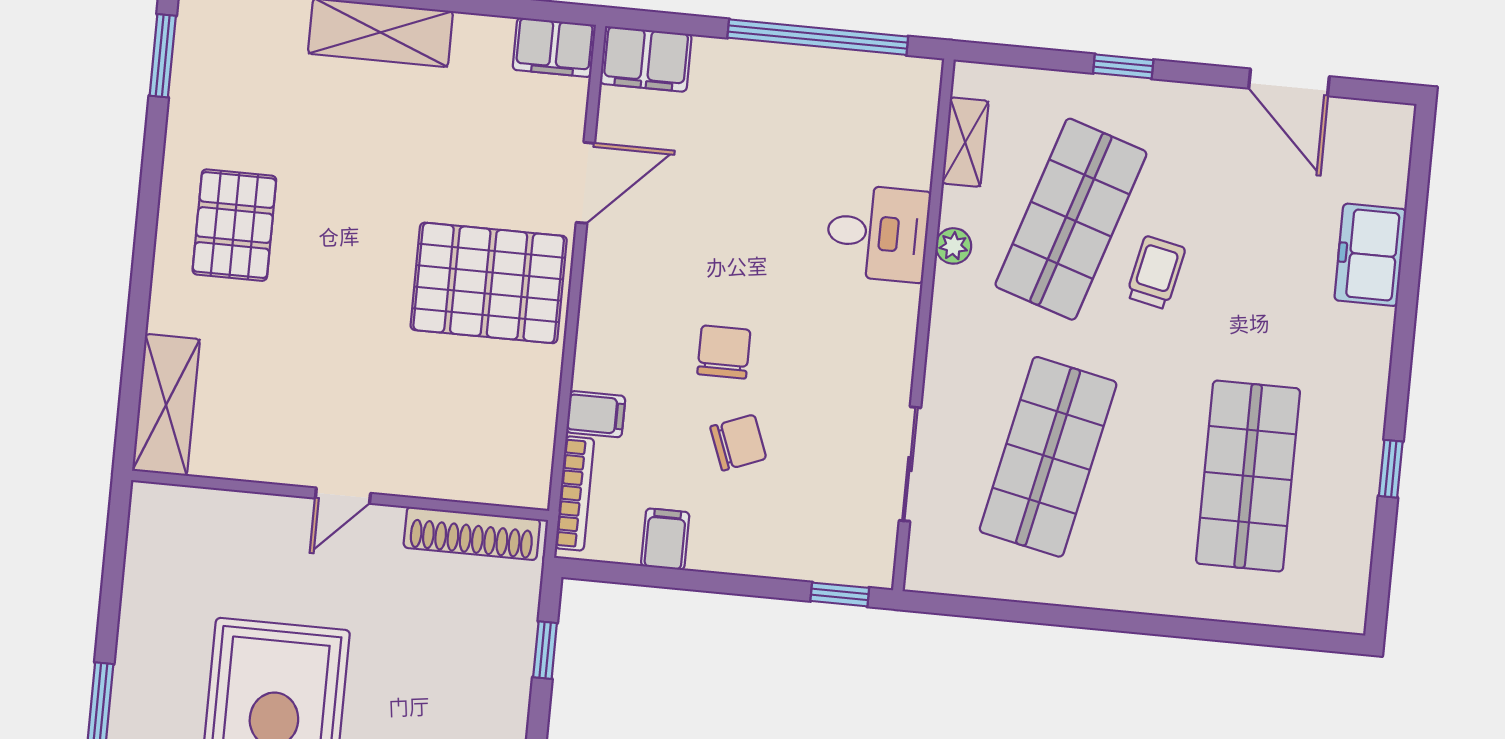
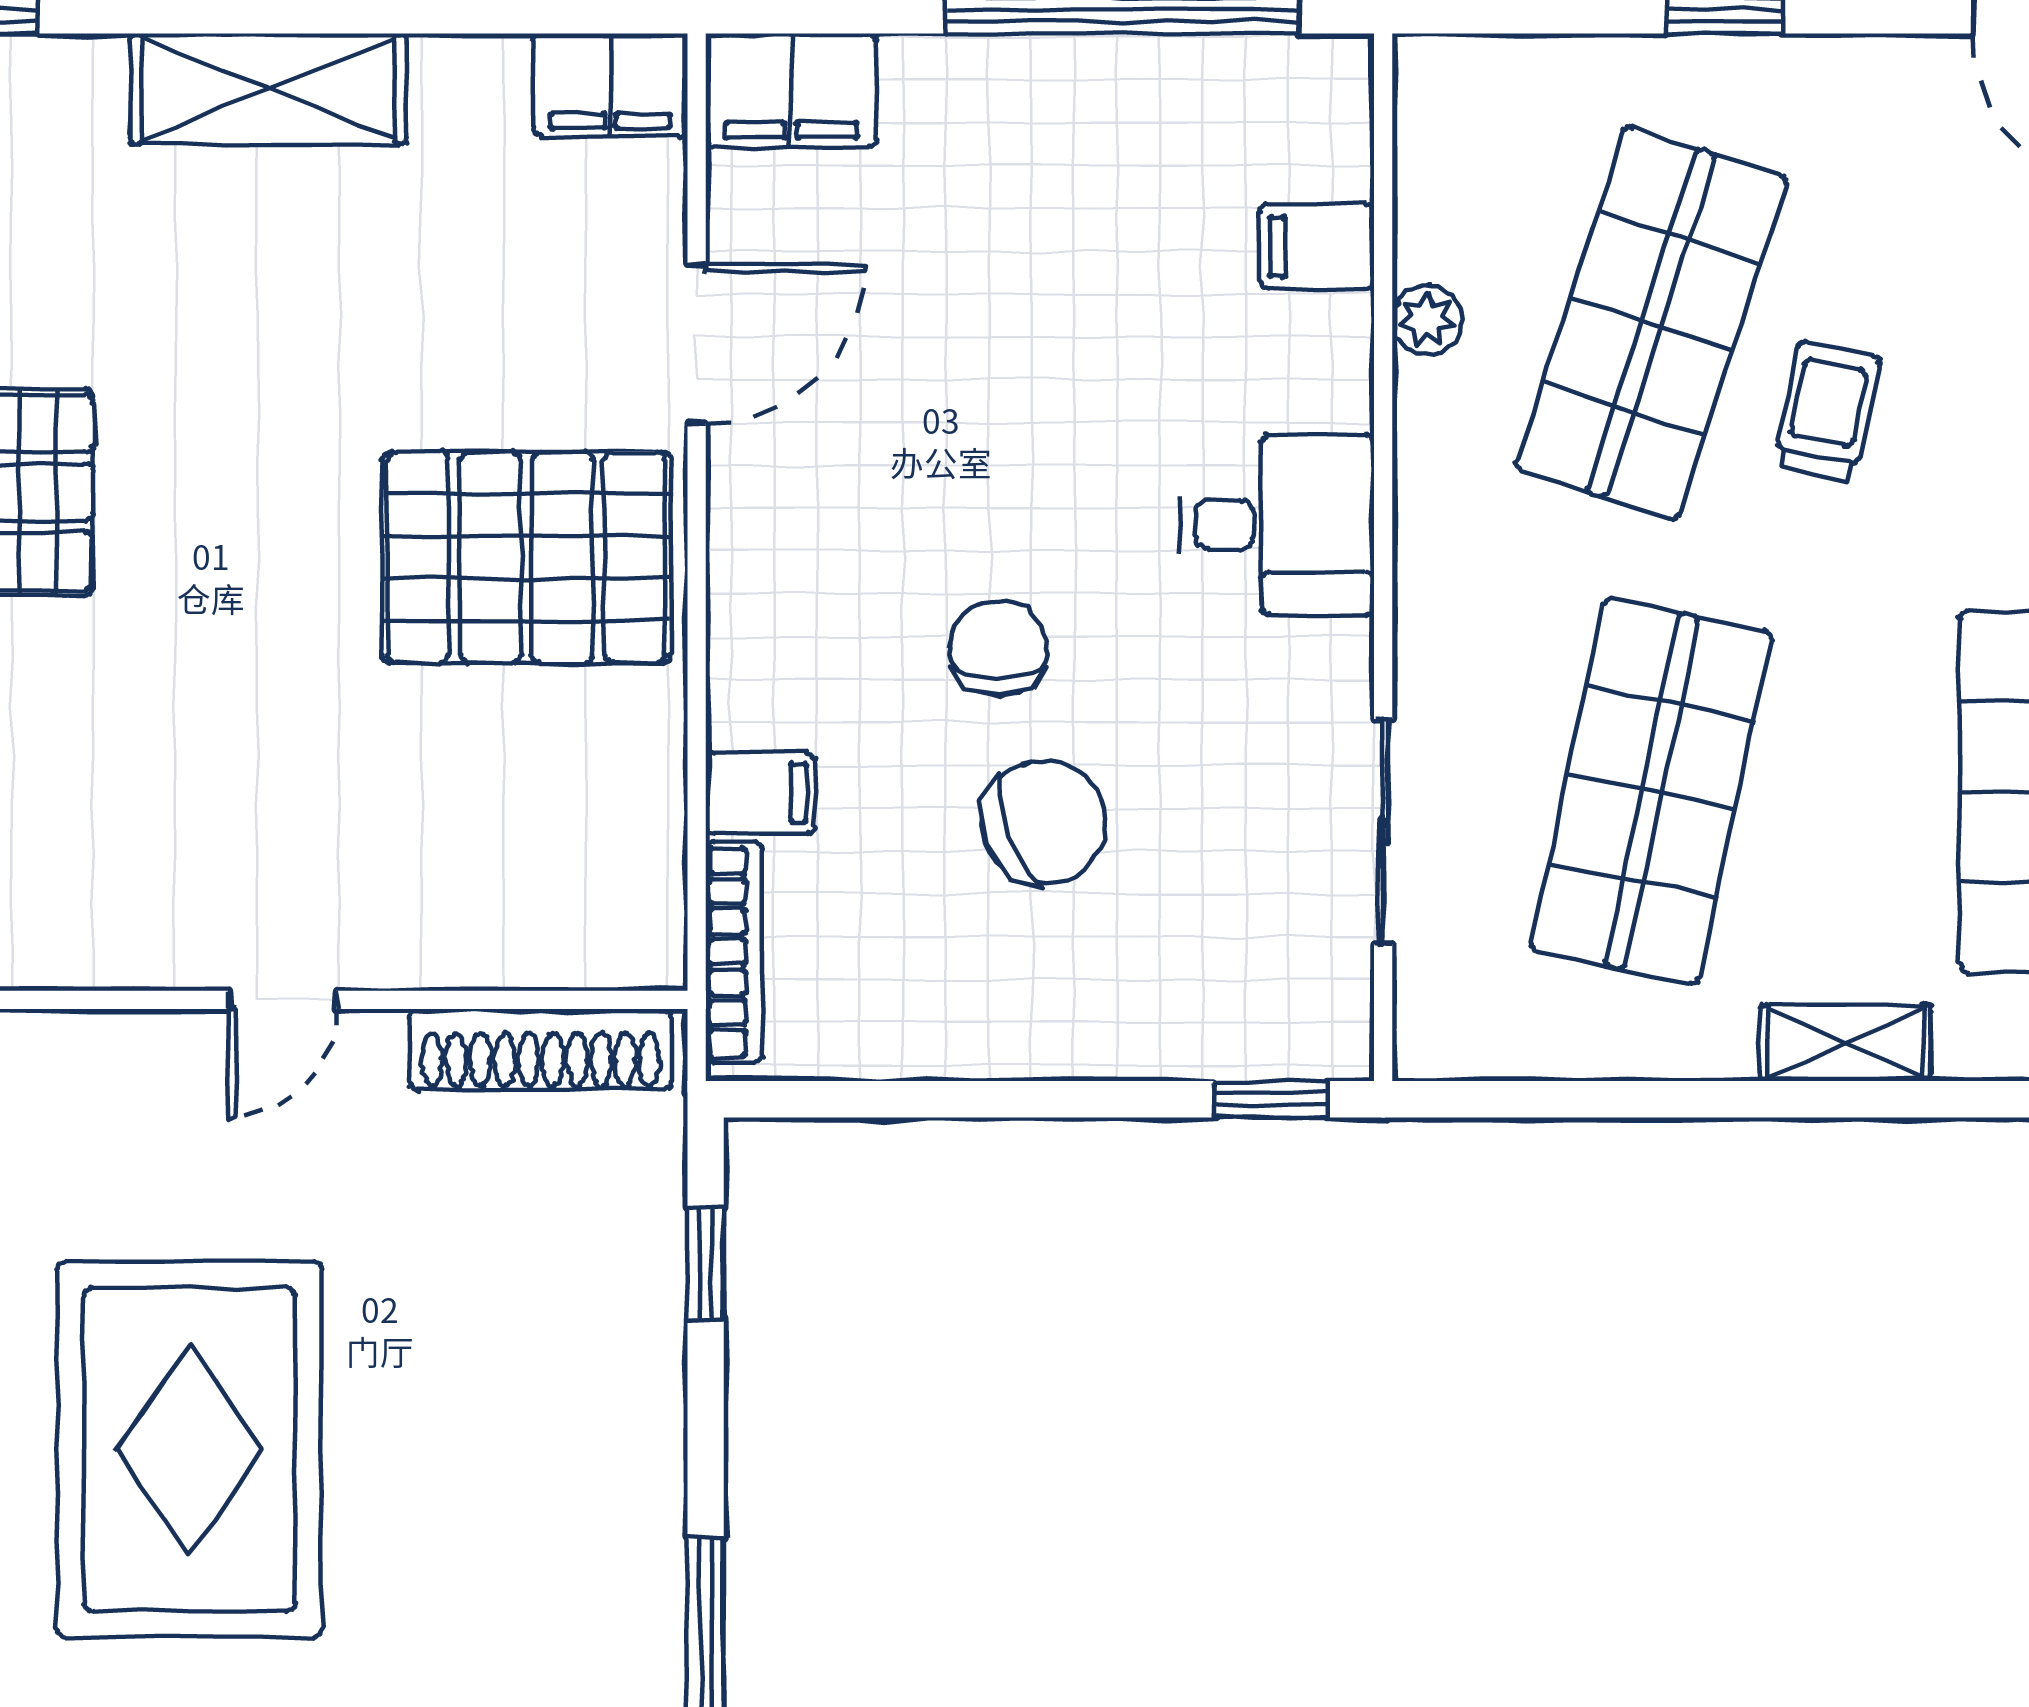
shelving: (965, 142) -> (1845, 1043), moved, turned 90
desk: (878, 233) -> (1277, 525), moved
plant: (953, 246) -> (1427, 320), moved
chair: (738, 443) -> (1044, 822), width x1.37, depth x1.37
filing cabinet: (665, 539) -> (1317, 247), moved, turned -90

